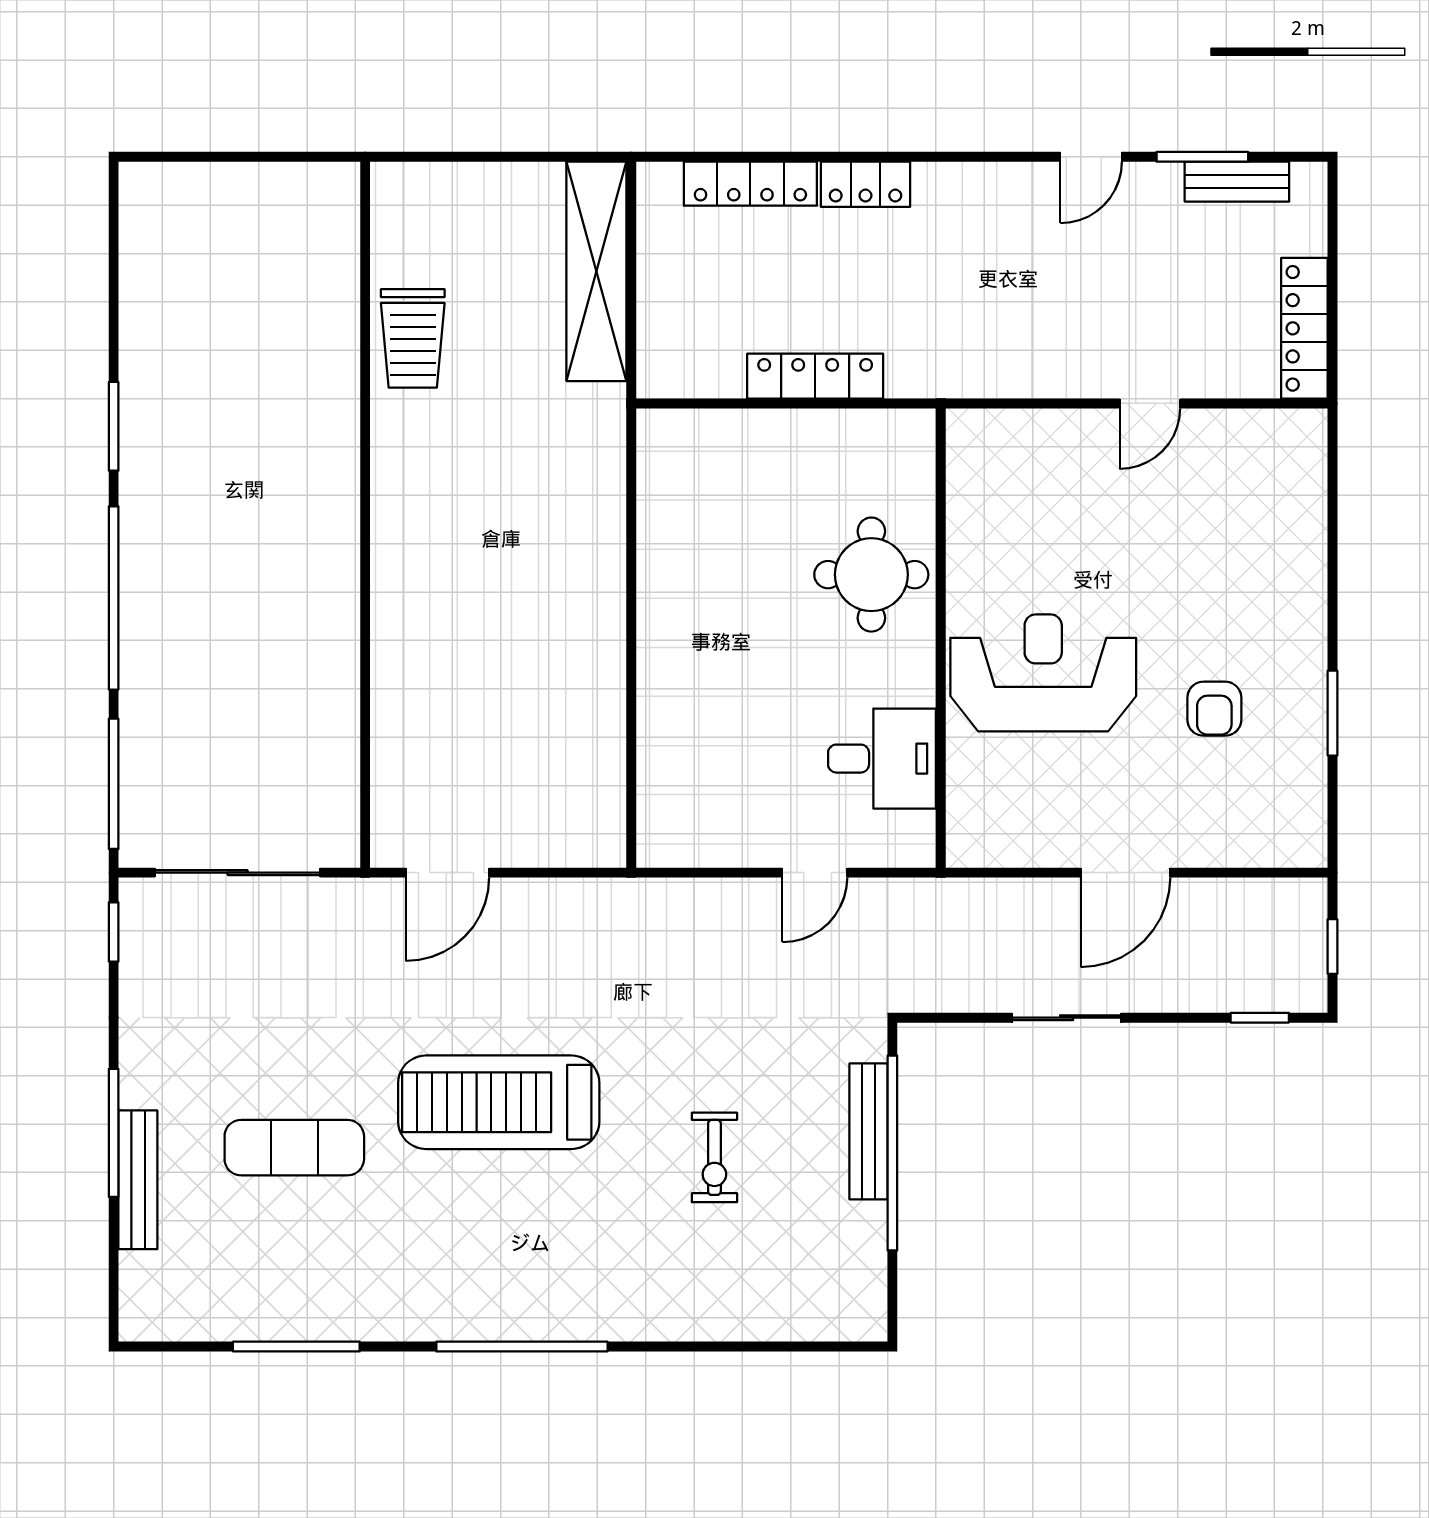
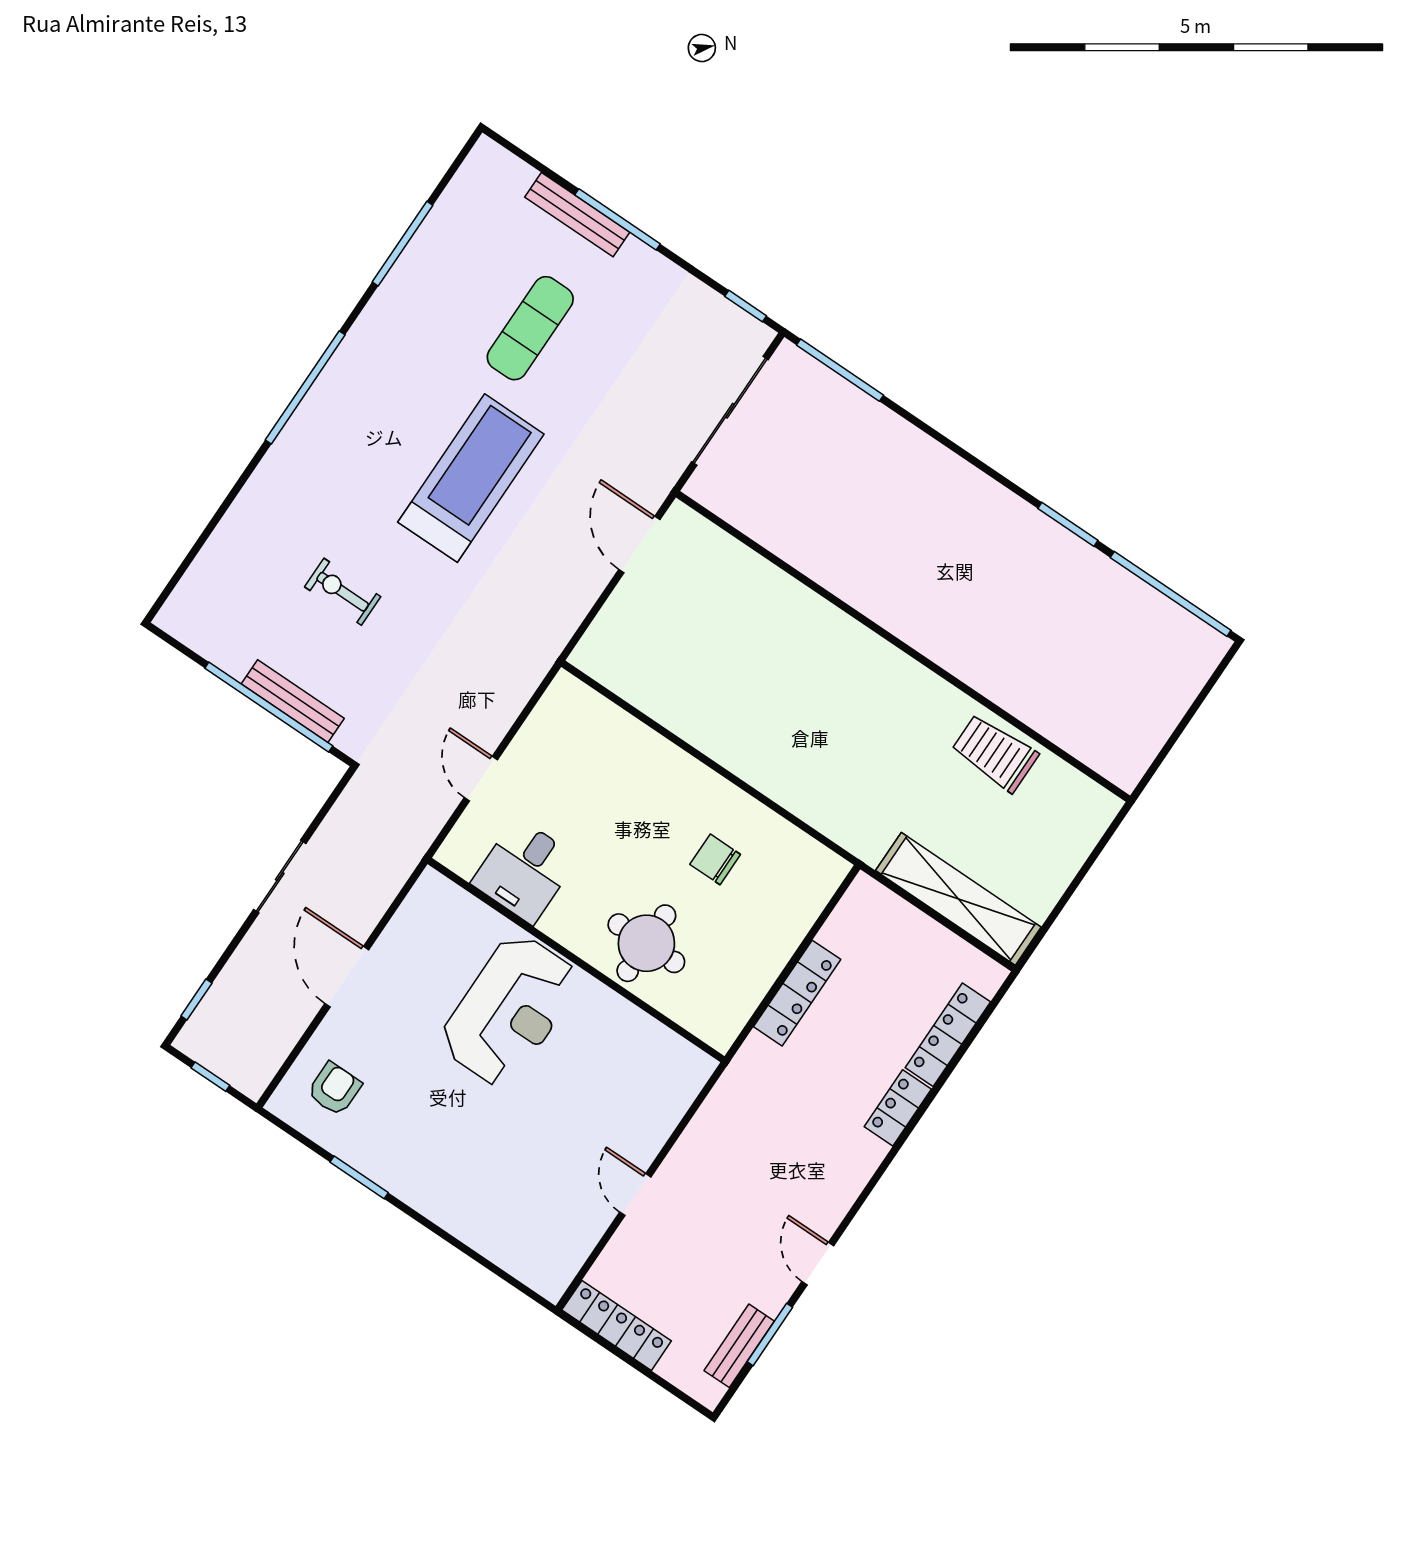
chair: (731, 562) -> (715, 859), added
window: (114, 598) -> (1171, 594), moved
armchair: (1214, 709) -> (334, 1089), moved, turned 90

